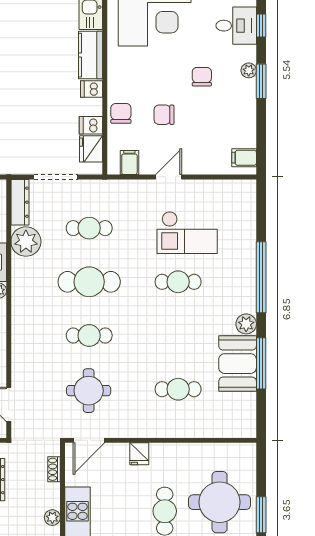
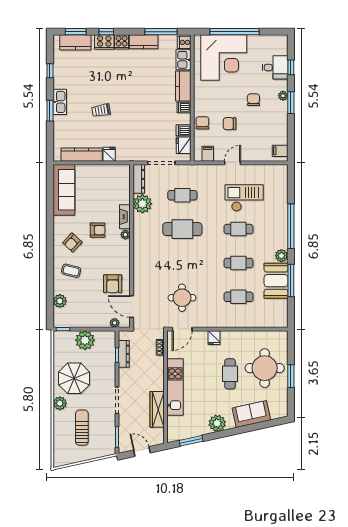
checkout: (187, 233) -> (244, 198), turned 180
cafe table: (89, 336) -> (238, 263), moved
plant: (52, 518) -> (159, 378), removed

